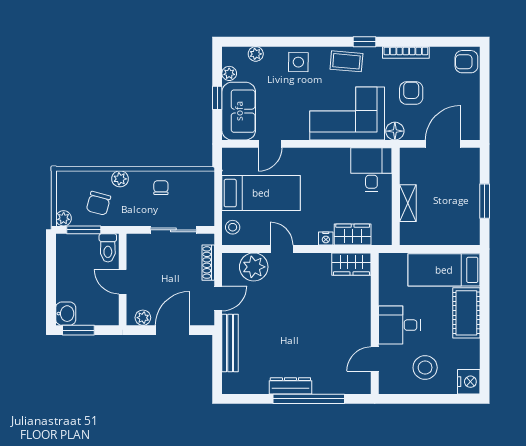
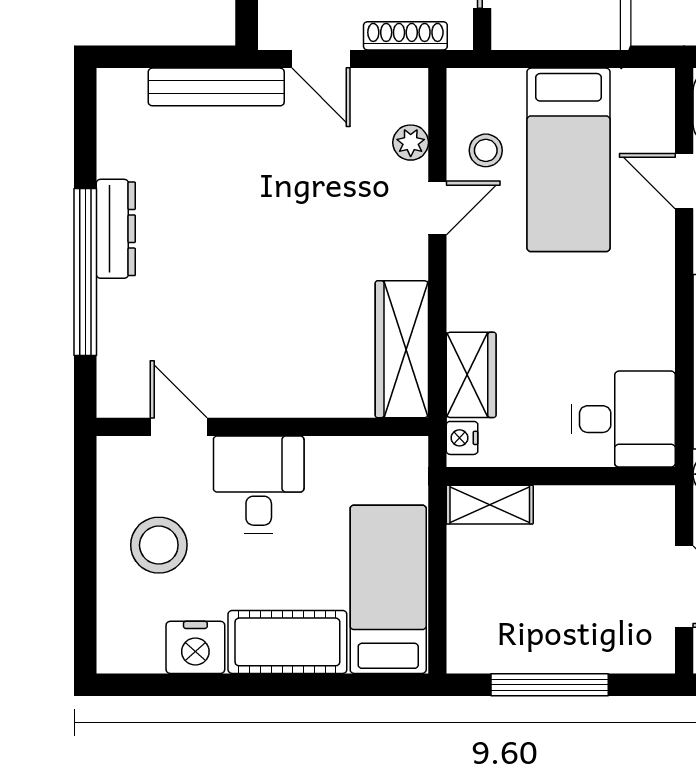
window: (485, 201) -> (550, 685), width x1.44
shelving: (408, 203) -> (490, 505), moved
stool: (233, 227) -> (486, 150), moved
nightstand: (326, 238) -> (462, 438), moved
wardrobe: (351, 264) -> (402, 349), width x1.50
plant: (254, 267) -> (411, 143), width x0.53, depth x0.53
nightstand: (469, 382) -> (195, 647), moved

